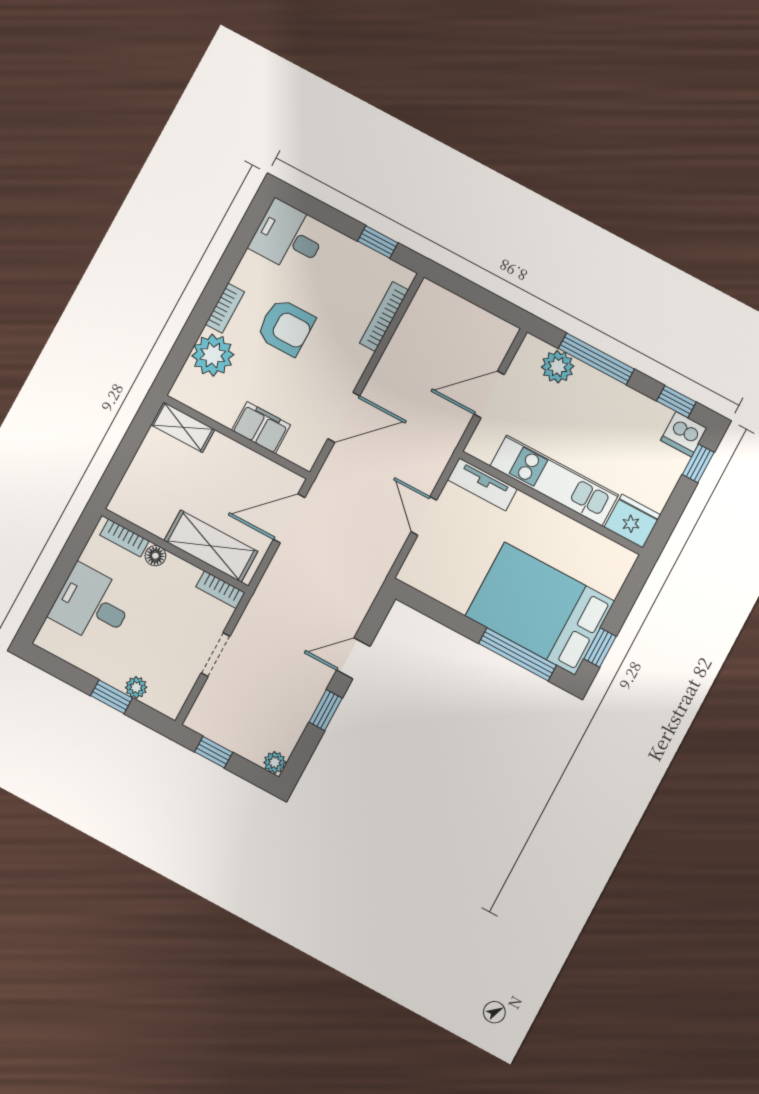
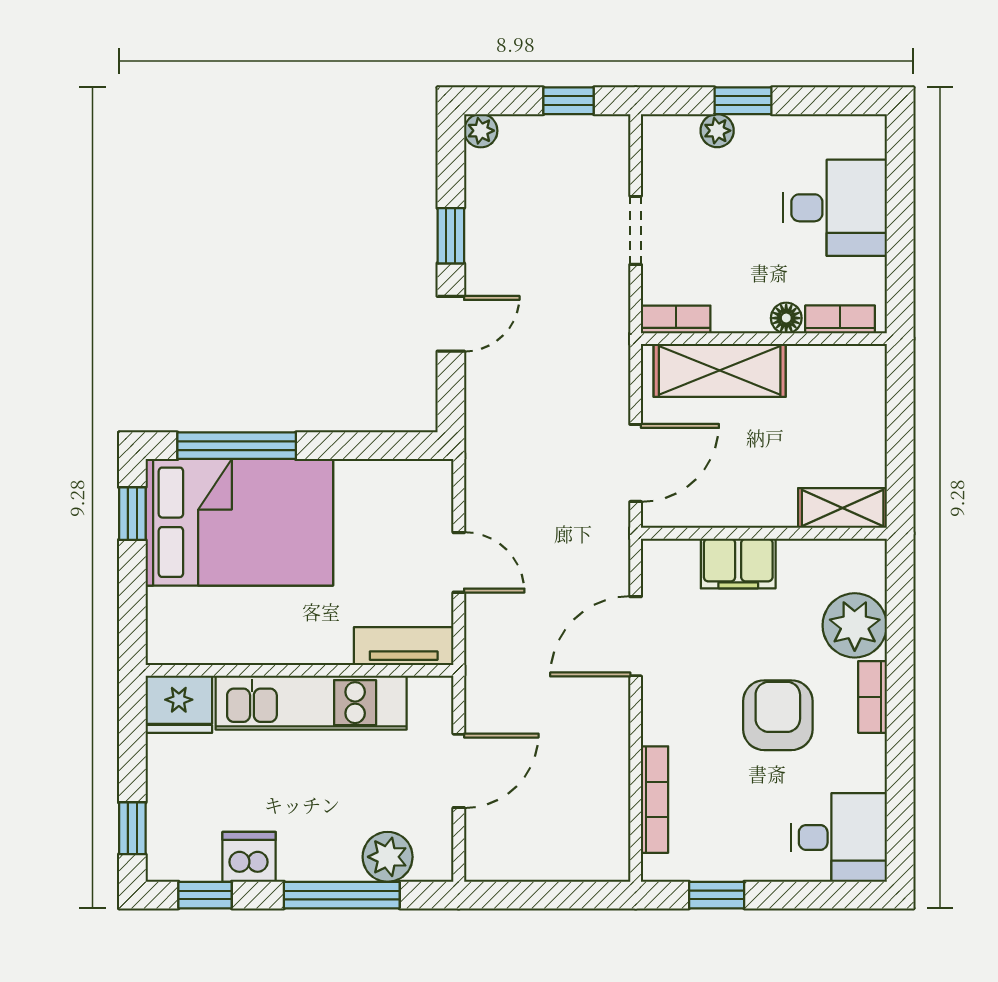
armchair: (286, 327) -> (778, 715), turned 90
dishwasher: (684, 434) -> (249, 857), moved

